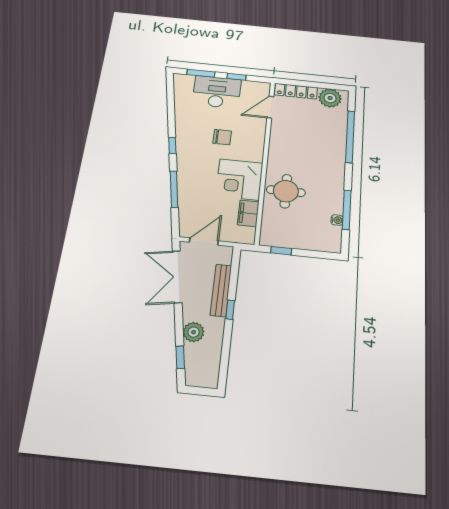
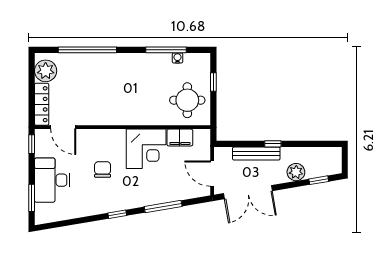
window: (236, 77) -> (32, 144), moved
round table: (286, 191) -> (187, 100), moved
window: (281, 251) -> (213, 82), moved

